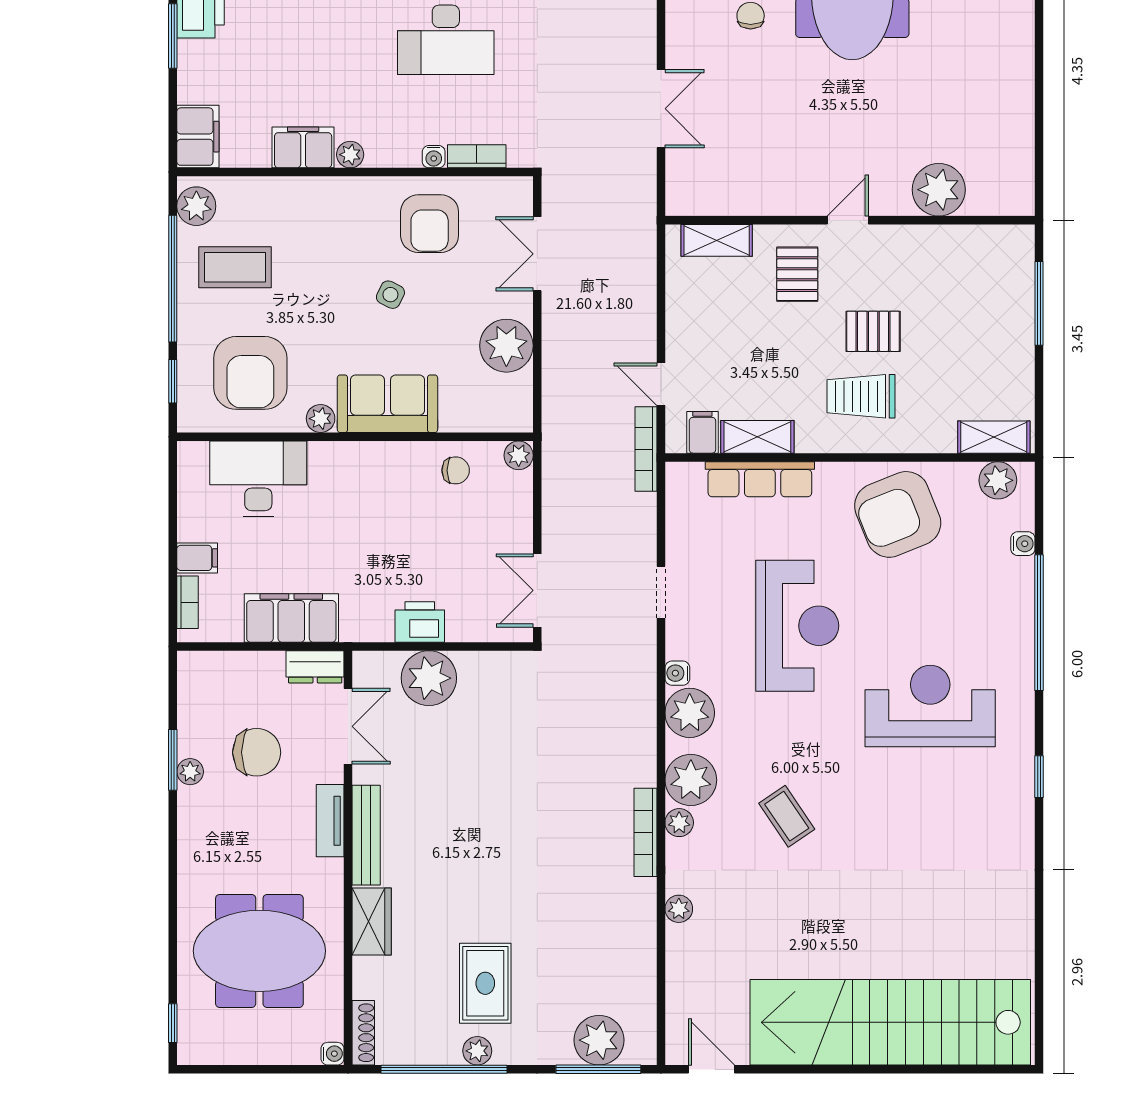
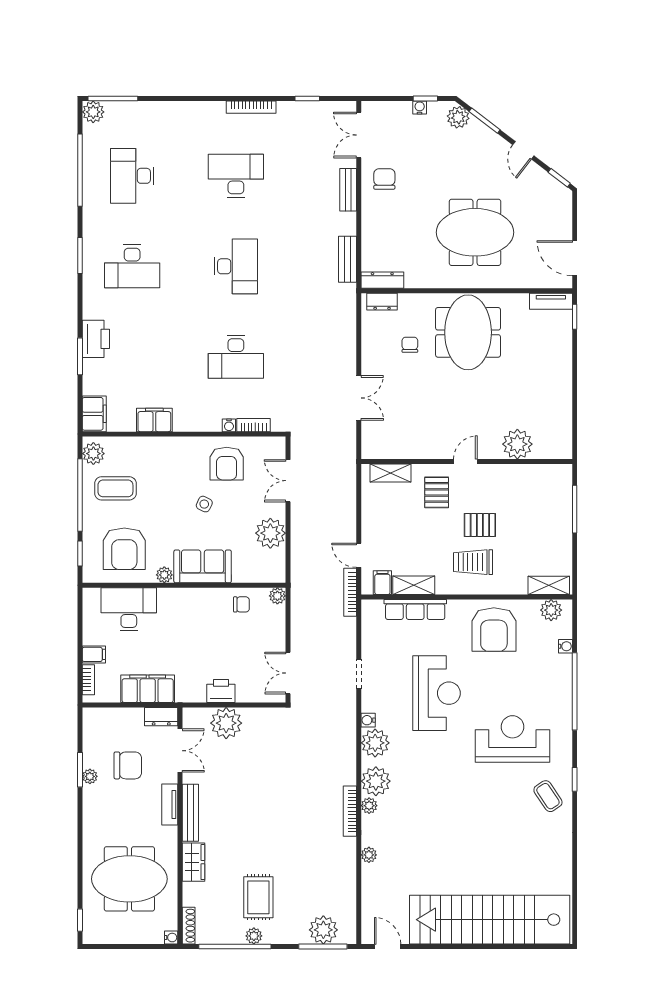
plant: (350, 155) -> (181, 424), removed
armchair: (898, 514) -> (494, 630), turned -68
coffee table: (787, 816) -> (548, 796), moved

